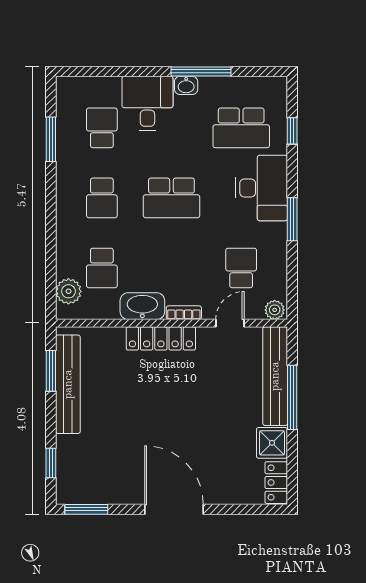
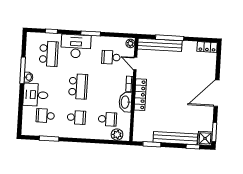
bench: (68, 384) -> (175, 138), moved
shower: (272, 443) -> (205, 138), moved

